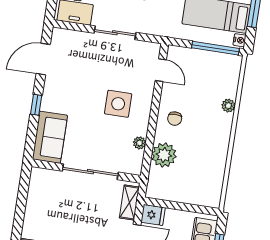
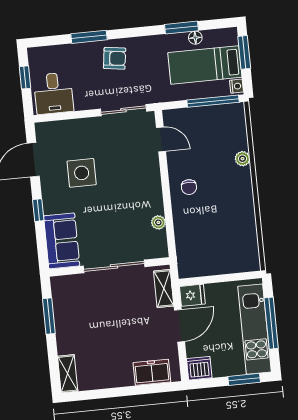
sliding door: (115, 33) -> (123, 110), moved
side table: (118, 104) -> (82, 173), moved
plant: (164, 155) -> (188, 229), removed
window: (22, 201) -> (49, 316), added

